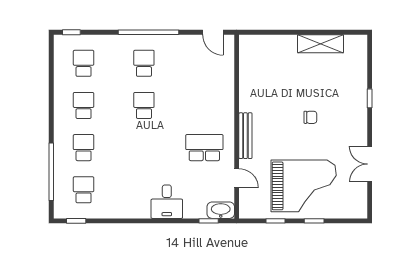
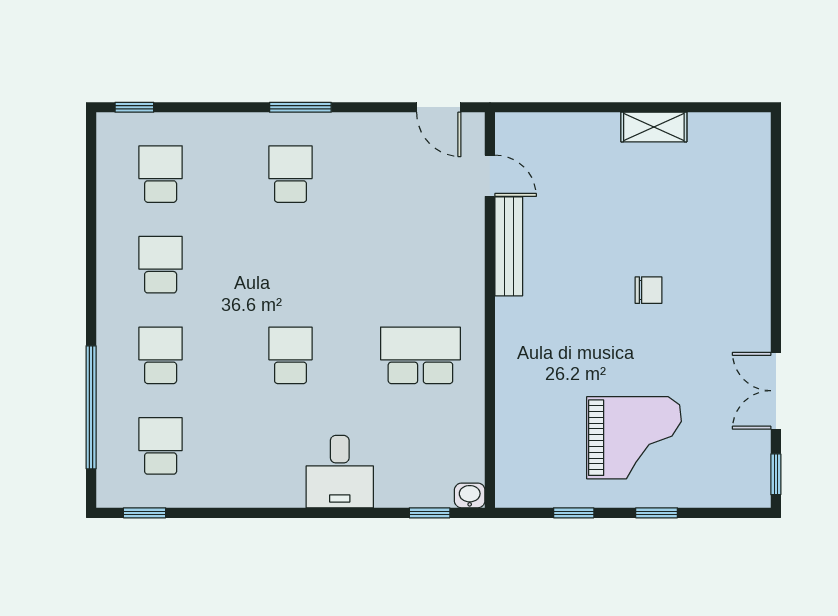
window: (149, 32) -> (300, 107), width x0.47
shelving: (321, 44) -> (654, 127), width x0.67, depth x0.75
window: (370, 98) -> (776, 474), moved
school desk: (144, 105) -> (291, 355), moved
bench: (245, 136) -> (509, 246), moved
door: (237, 178) -> (490, 176), moved
grand piano: (304, 186) -> (634, 438), width x0.73, depth x0.68
washbasin: (221, 210) -> (470, 495), width x0.52, depth x0.69

